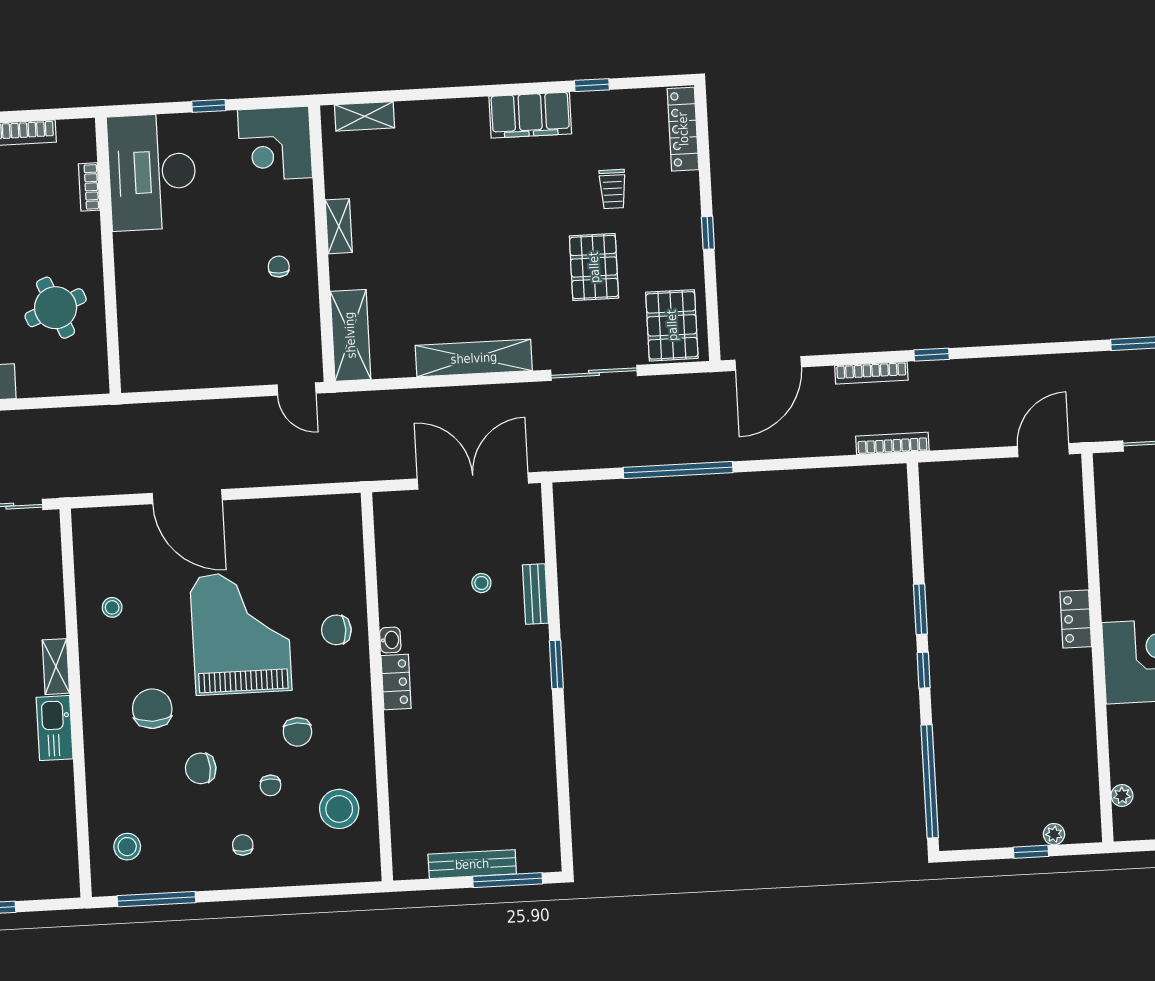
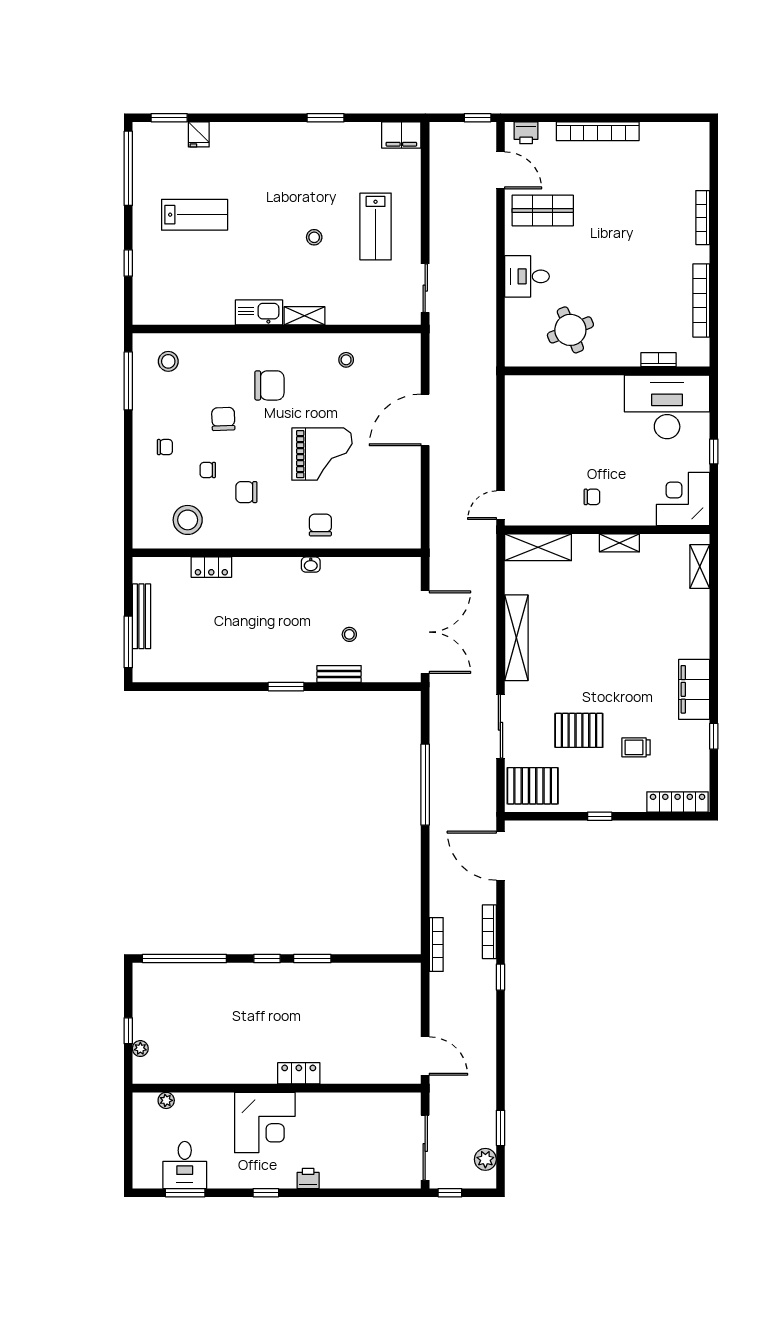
grand piano: (241, 633) -> (322, 454), width x0.73, depth x0.68
locker: (396, 682) -> (211, 567), moved

